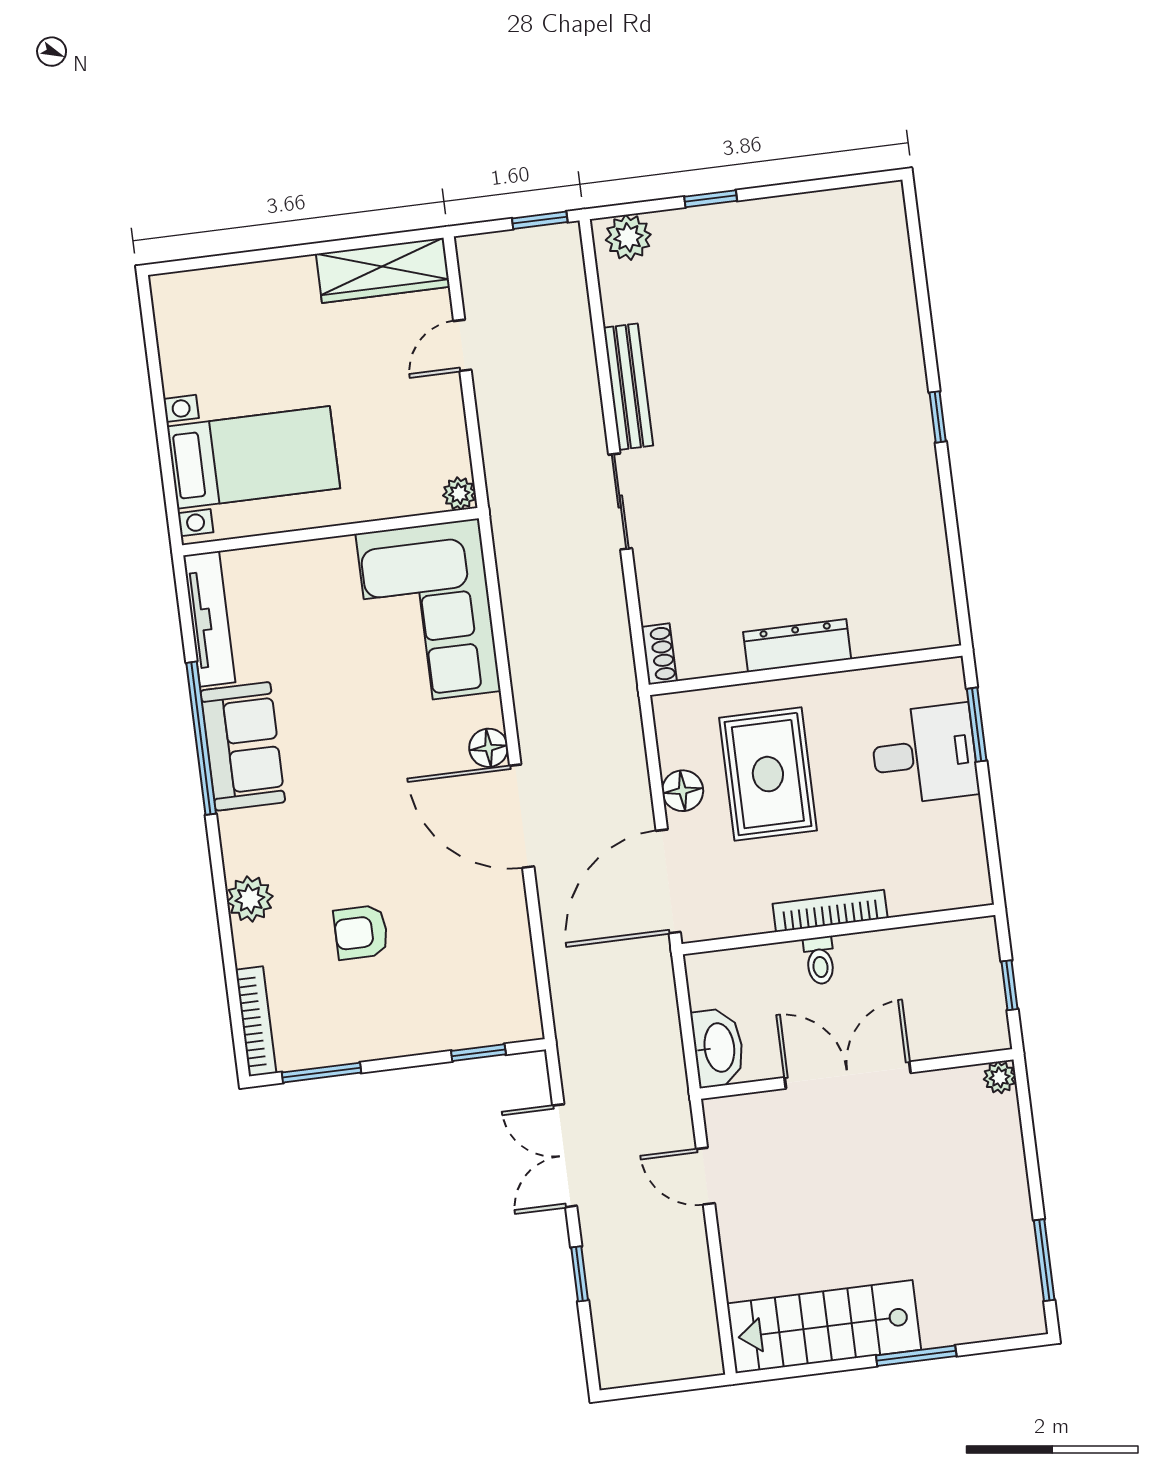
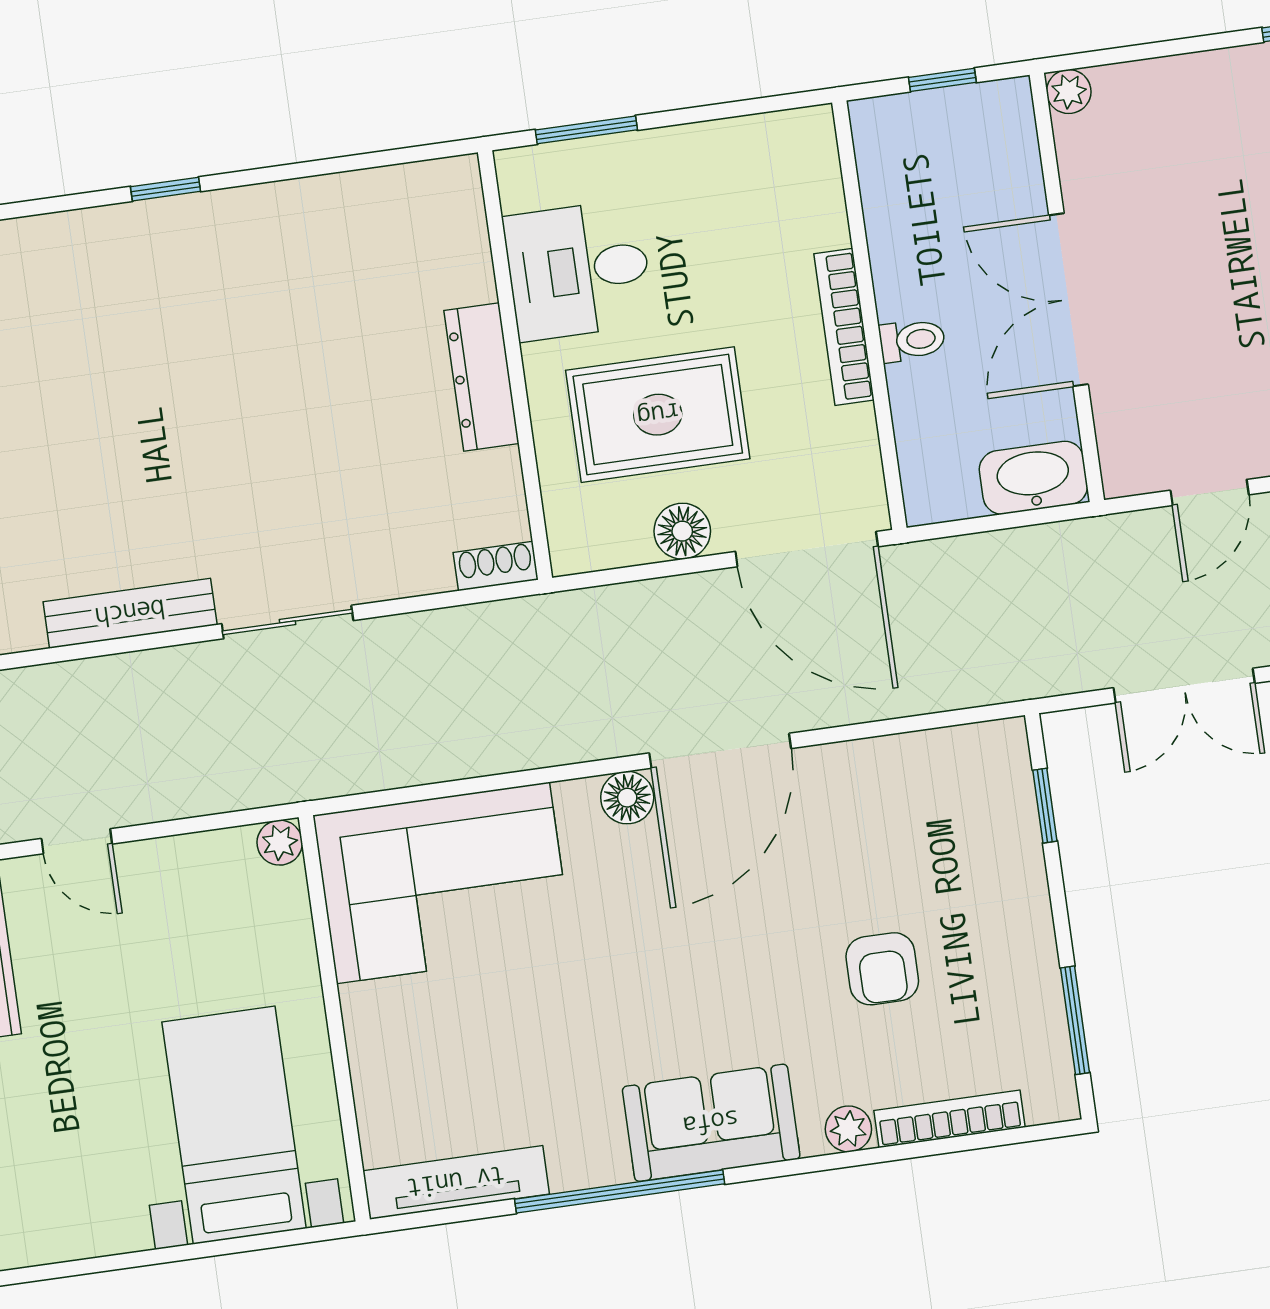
sofa: (243, 746) -> (711, 1123), moved
desk: (924, 754) -> (578, 270), moved, turned -90
plant: (250, 899) -> (848, 1129), width x0.73, depth x0.73
bookcase: (256, 1021) -> (950, 1119), moved

